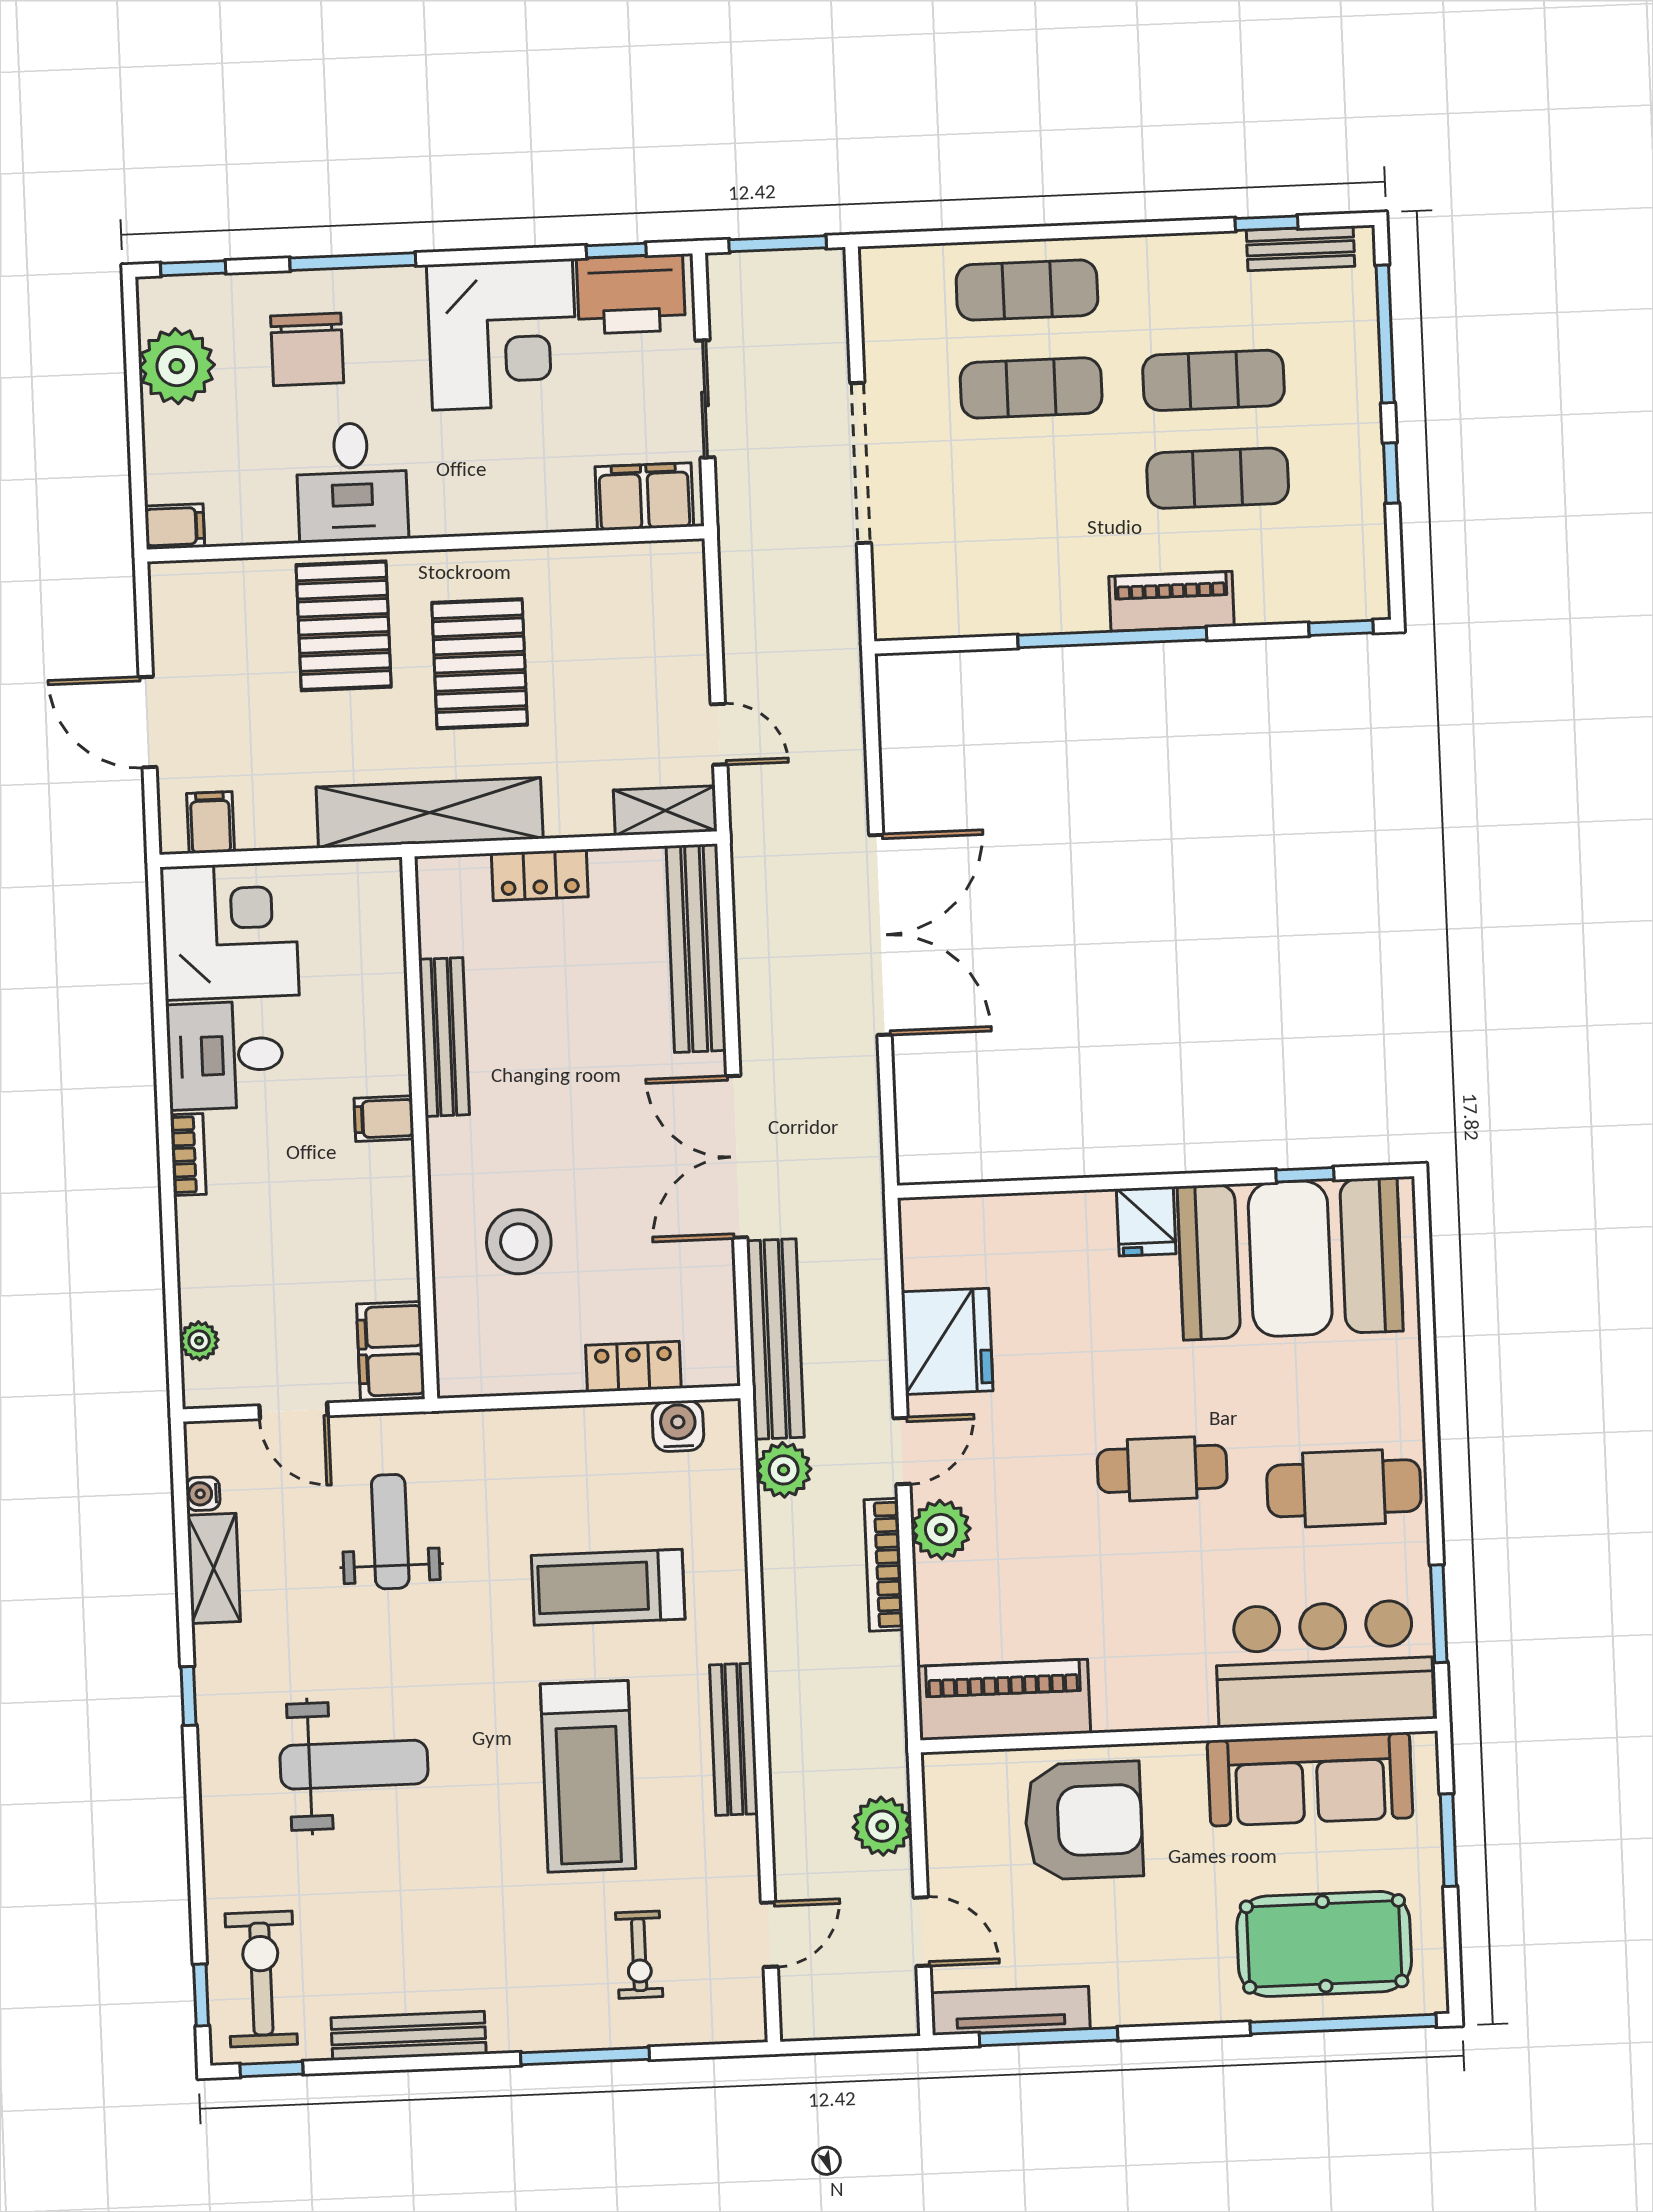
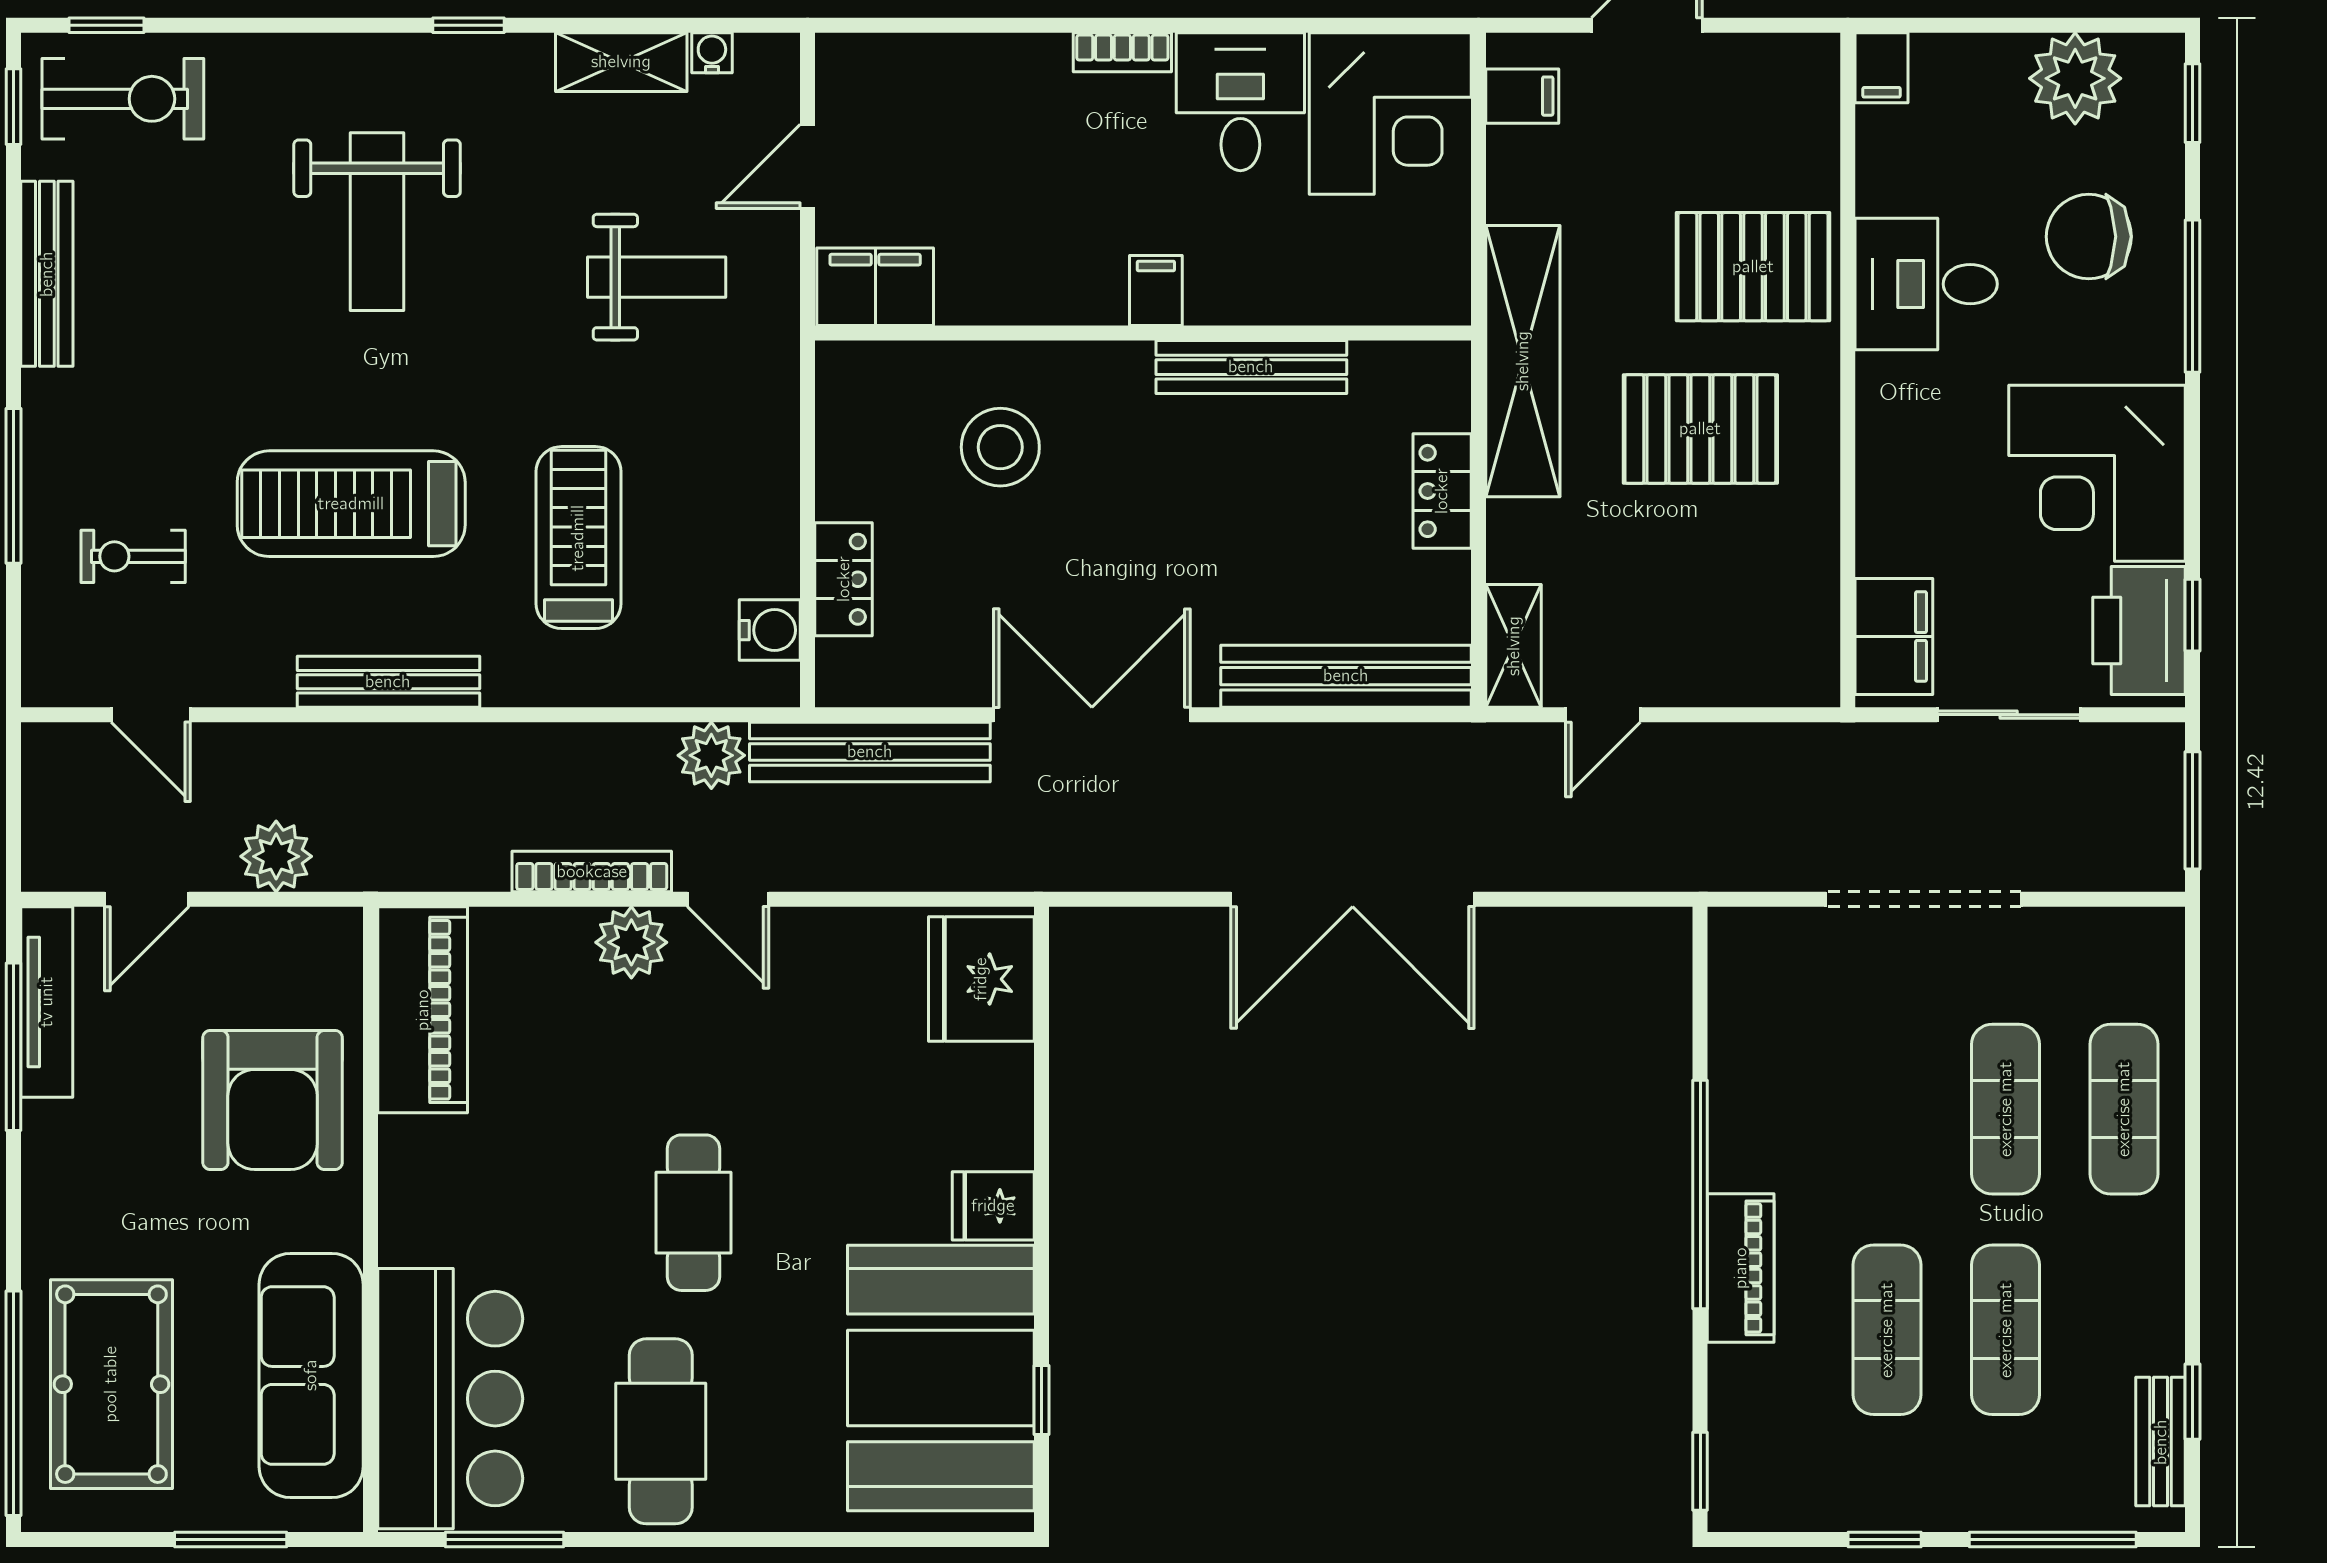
plant: (199, 1341) -> (897, 56), removed
fridge: (947, 1341) -> (981, 979), moved, turned 90

